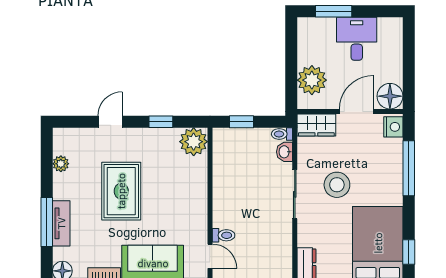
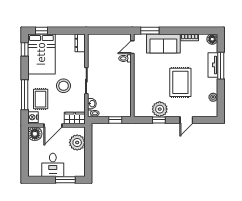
plant: (194, 142) -> (160, 109), moved
rug: (379, 160) -> (41, 99), added
door: (210, 256) -> (132, 47), hinge flipped

